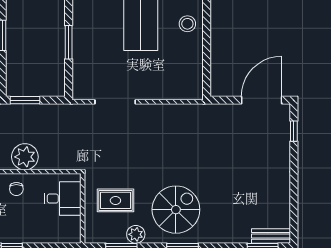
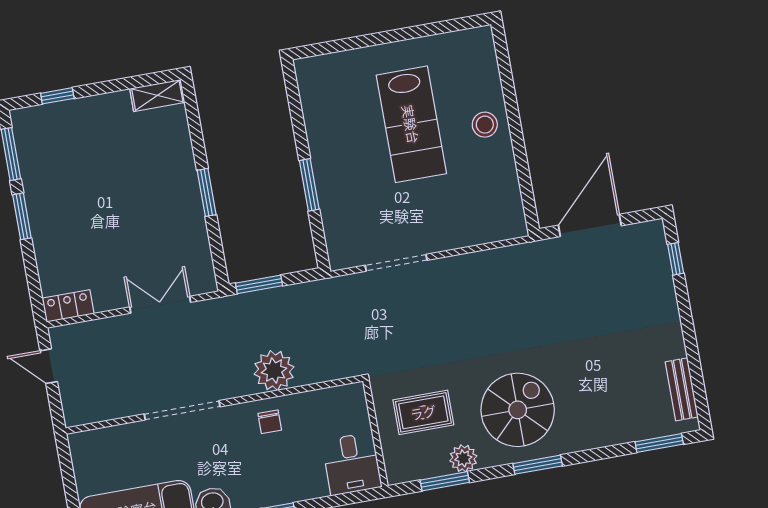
door: (262, 100) -> (590, 225), moved
desk: (63, 198) -> (352, 464), moved, turned 90
bench: (271, 236) -> (682, 389), moved, turned 90

